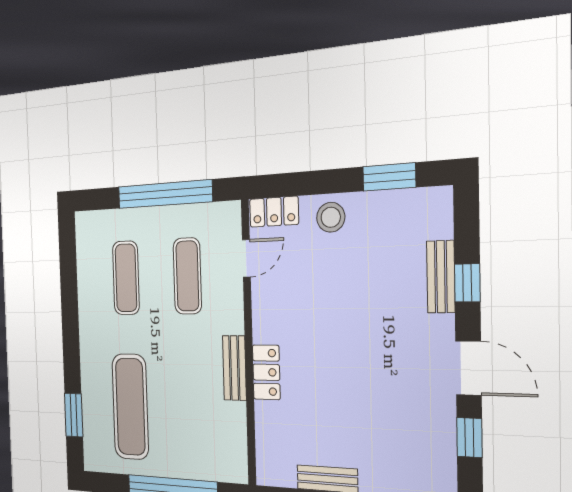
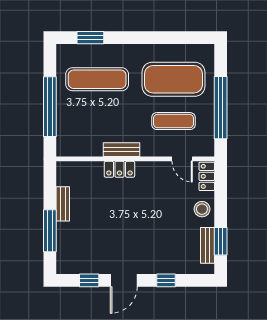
bench: (441, 277) -> (208, 245), moved, turned 90
exercise mat: (126, 278) -> (173, 79), width x2.00, depth x1.45

